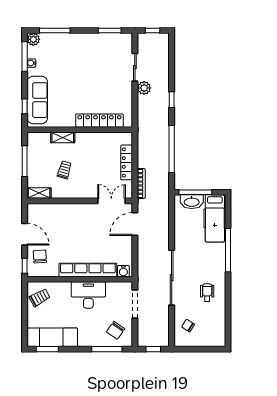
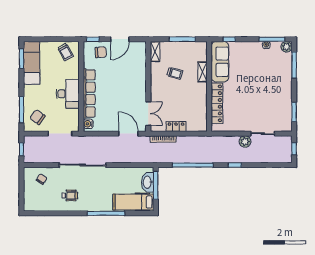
sofa: (37, 100) -> (220, 62), moved, turned -90
locker: (127, 162) -> (176, 127), width x0.66

